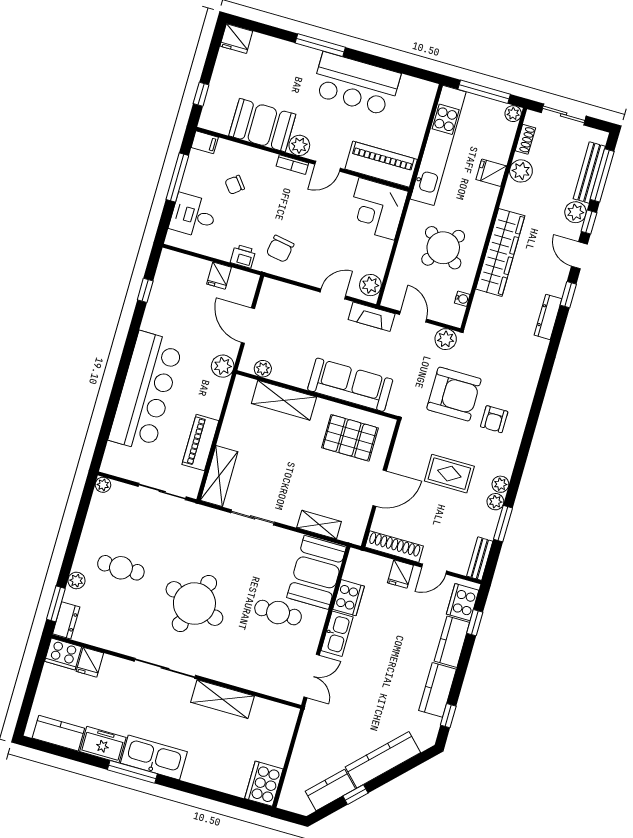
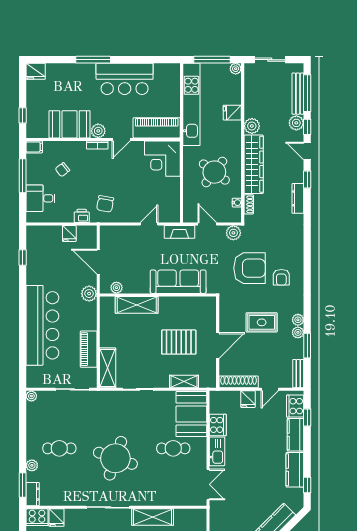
shoe rack: (525, 139) -> (249, 204), moved
plant: (521, 171) -> (252, 126), moved
plant: (370, 285) -> (173, 211), removed
pallet: (350, 438) -> (179, 342), moved

